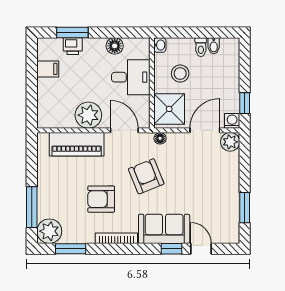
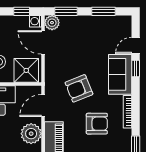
floor lamp: (160, 138) -> (49, 78), removed
window: (245, 160) -> (66, 11), added
armchair: (101, 199) -> (97, 124), turned -90

